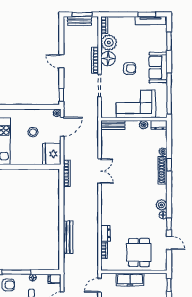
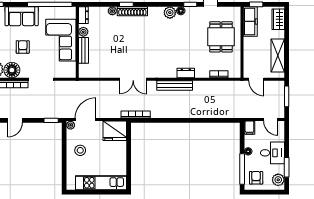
bench: (113, 125) -> (84, 50), moved
door: (62, 127) -> (85, 120), hinge flipped
stool: (33, 132) -> (80, 150), moved
double door: (100, 171) -> (133, 79), swing flipped
dresser: (105, 233) -> (186, 73), moved
bench: (68, 237) -> (175, 86), moved
dining table: (139, 252) -> (221, 37), turned 90
freezer: (130, 280) -> (250, 21), moved

